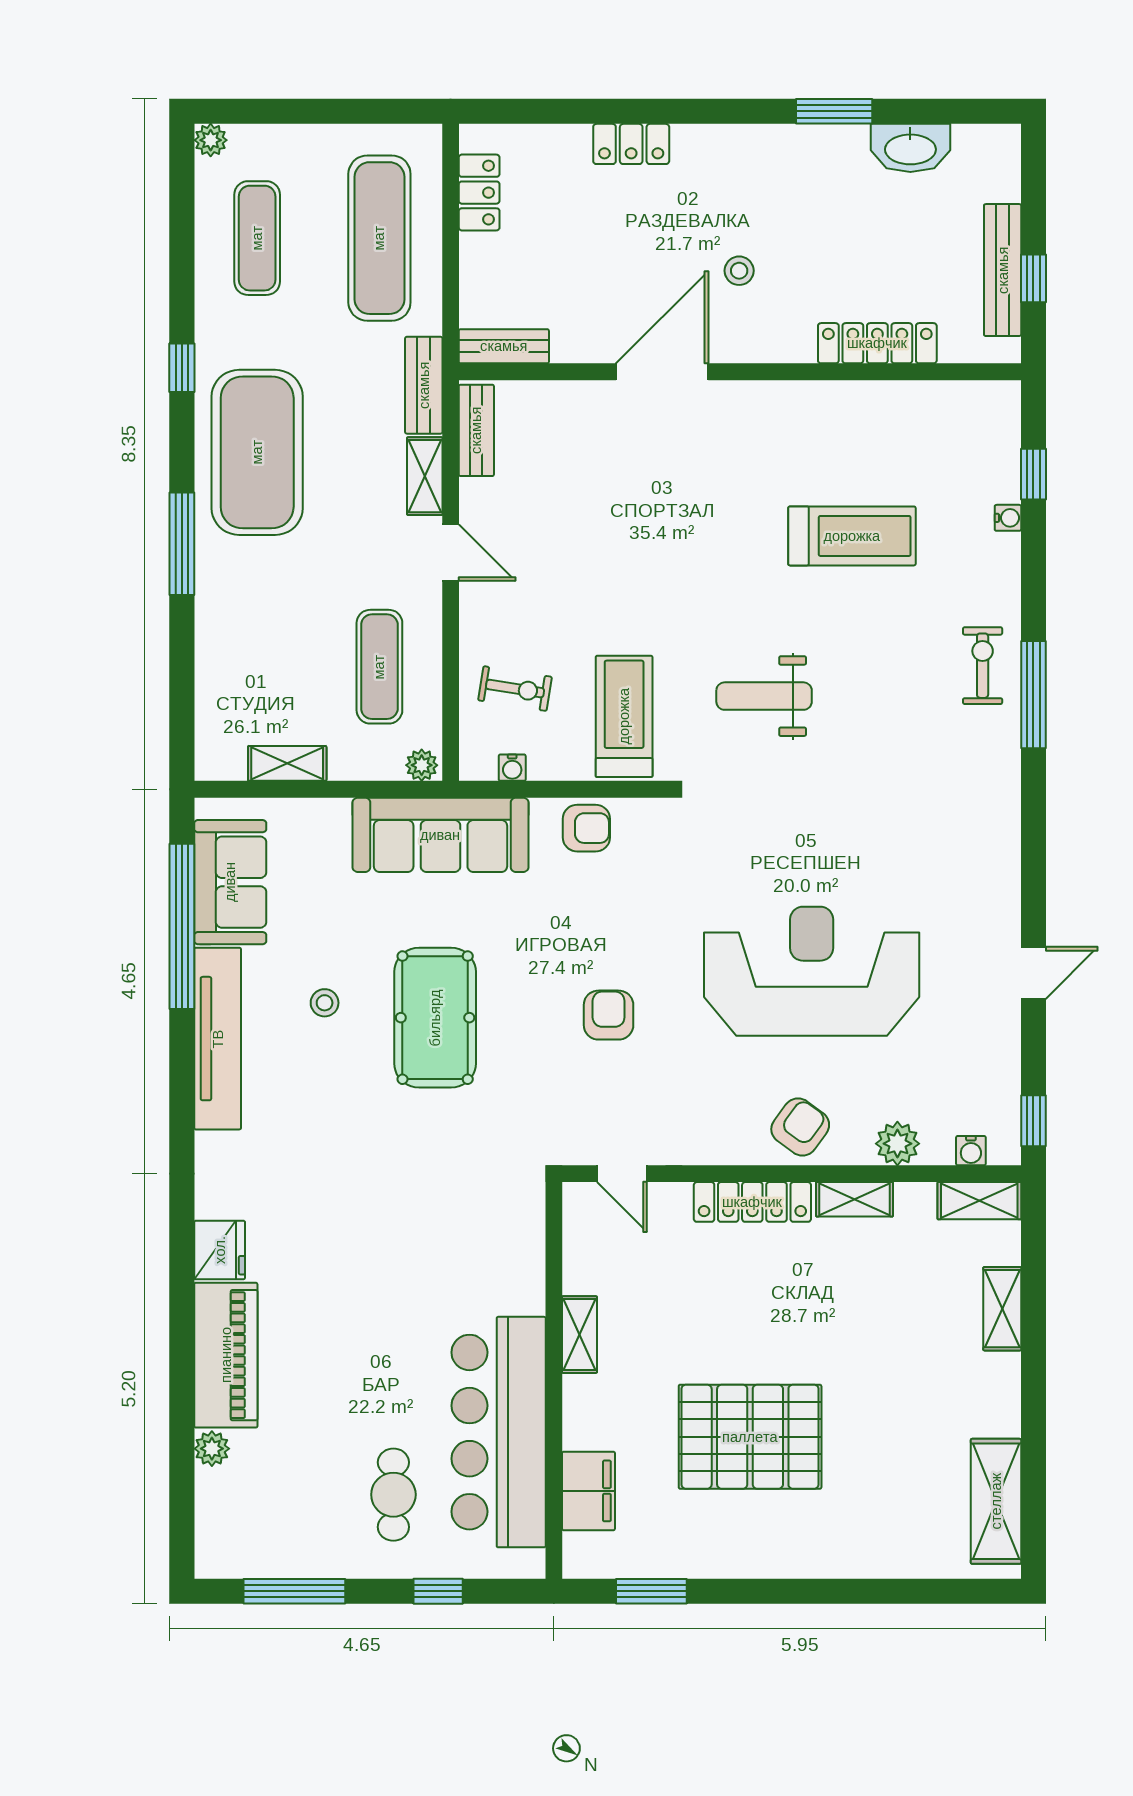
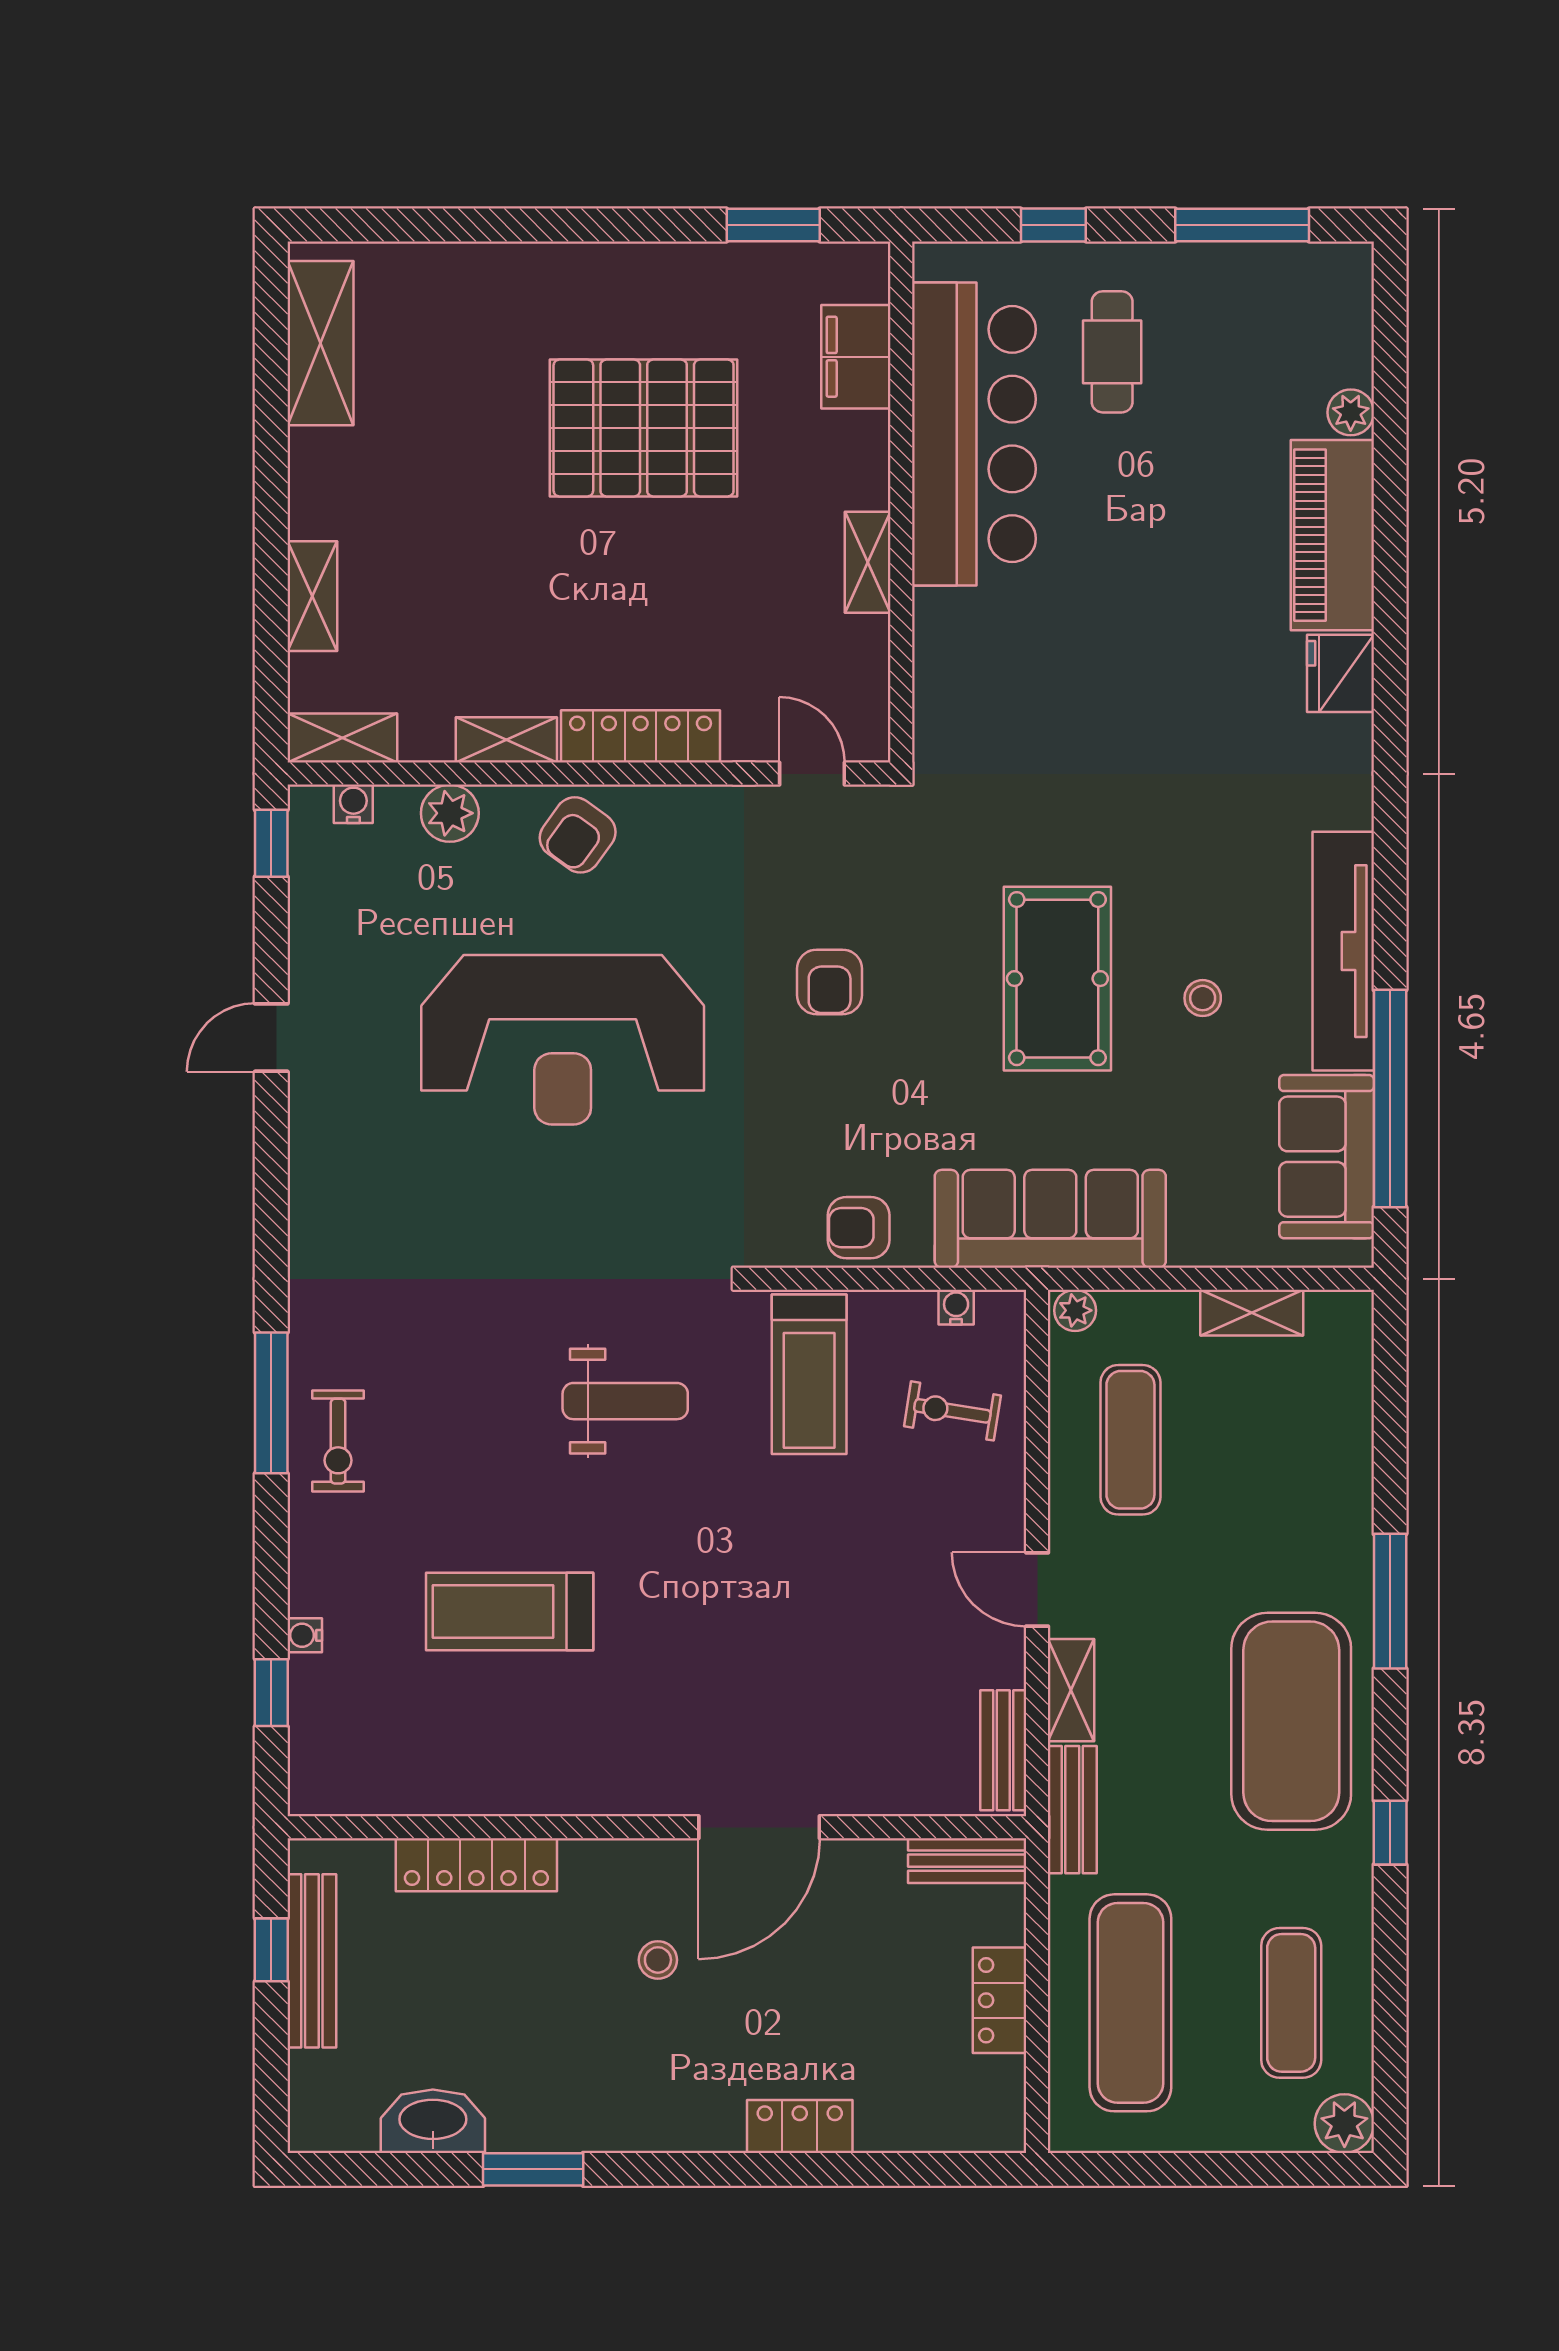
plant: (211, 140) -> (1344, 2124), width x1.38, depth x1.38
locker: (479, 193) -> (999, 2000), moved

